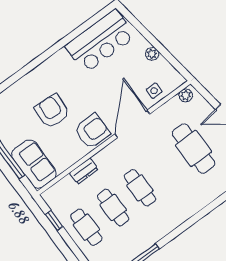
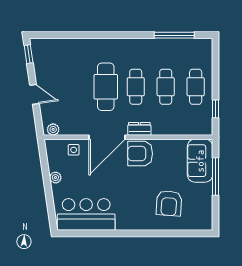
armchair: (52, 111) -> (169, 203), moved
cafe table: (194, 149) -> (106, 87), moved
dresser: (84, 171) -> (139, 129), moved

